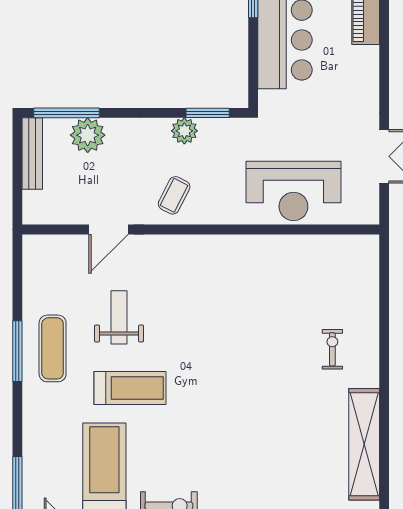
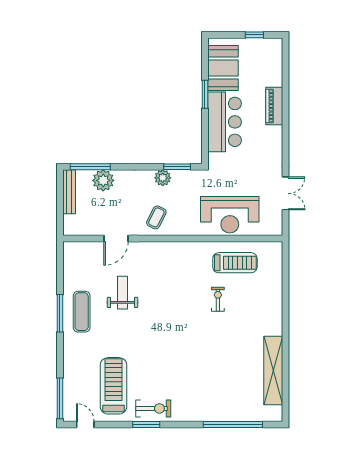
exercise bike: (332, 349) -> (218, 299), moved
treadmill: (130, 388) -> (235, 263), moved

